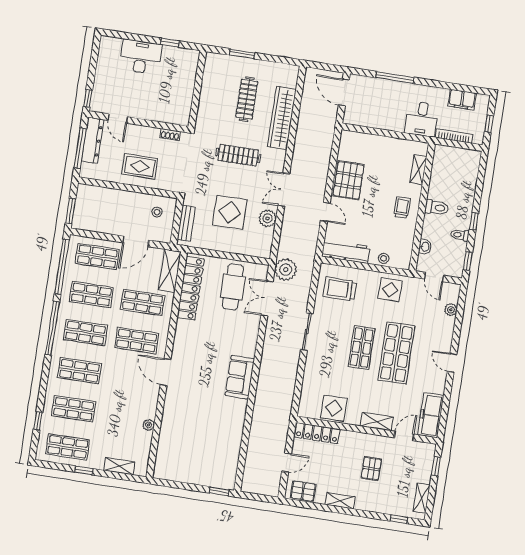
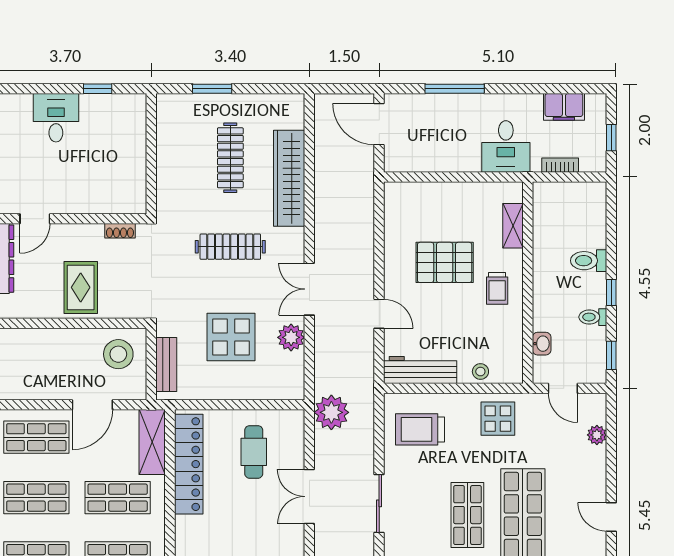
desk: (141, 57) -> (56, 118), width x0.73
door: (118, 119) -> (35, 219), hinge flipped
bookcase: (454, 136) -> (560, 165), width x0.64
rug: (140, 166) -> (81, 287), turned 90
pallet: (349, 180) -> (445, 262), moved, turned 90
trolley: (402, 208) -> (497, 288), turned 180
toilet: (437, 208) -> (589, 261), moved, turned 180
stool: (157, 212) -> (118, 354), width x1.89, depth x1.89
cafe table: (233, 287) -> (254, 452), width x0.73, depth x0.74
double door: (267, 298) -> (309, 497), moved

